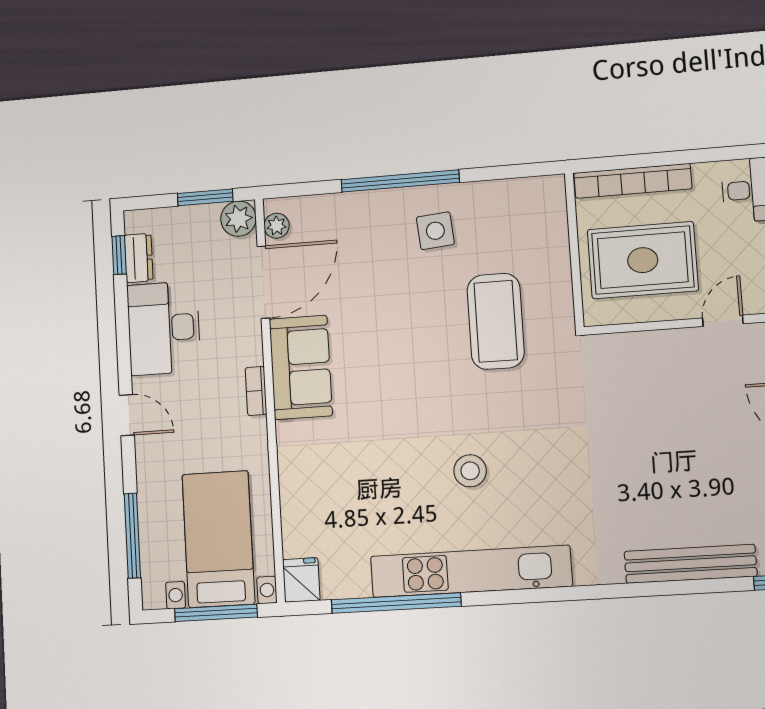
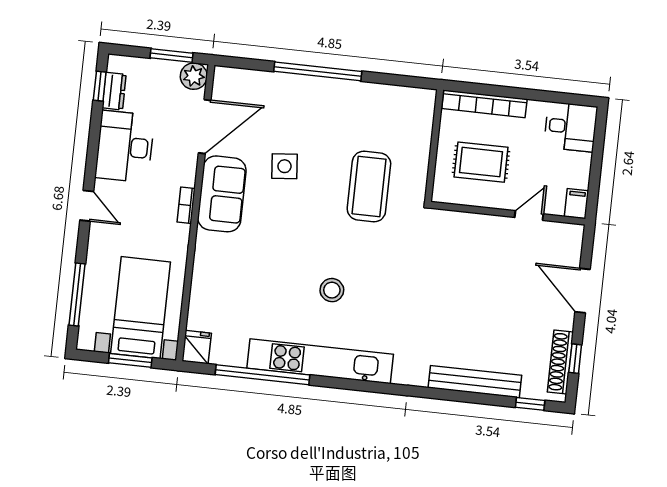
plant: (277, 226) -> (221, 87), removed
side table: (435, 231) -> (284, 166), moved
rug: (643, 260) -> (481, 162), width x0.73, depth x0.70
window: (216, 613) -> (130, 360), width x0.69

